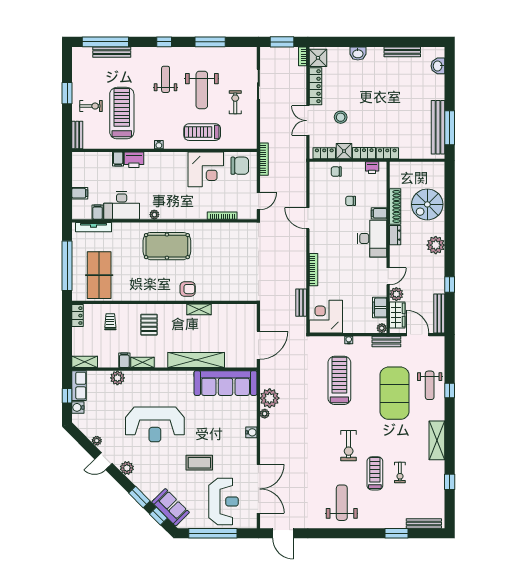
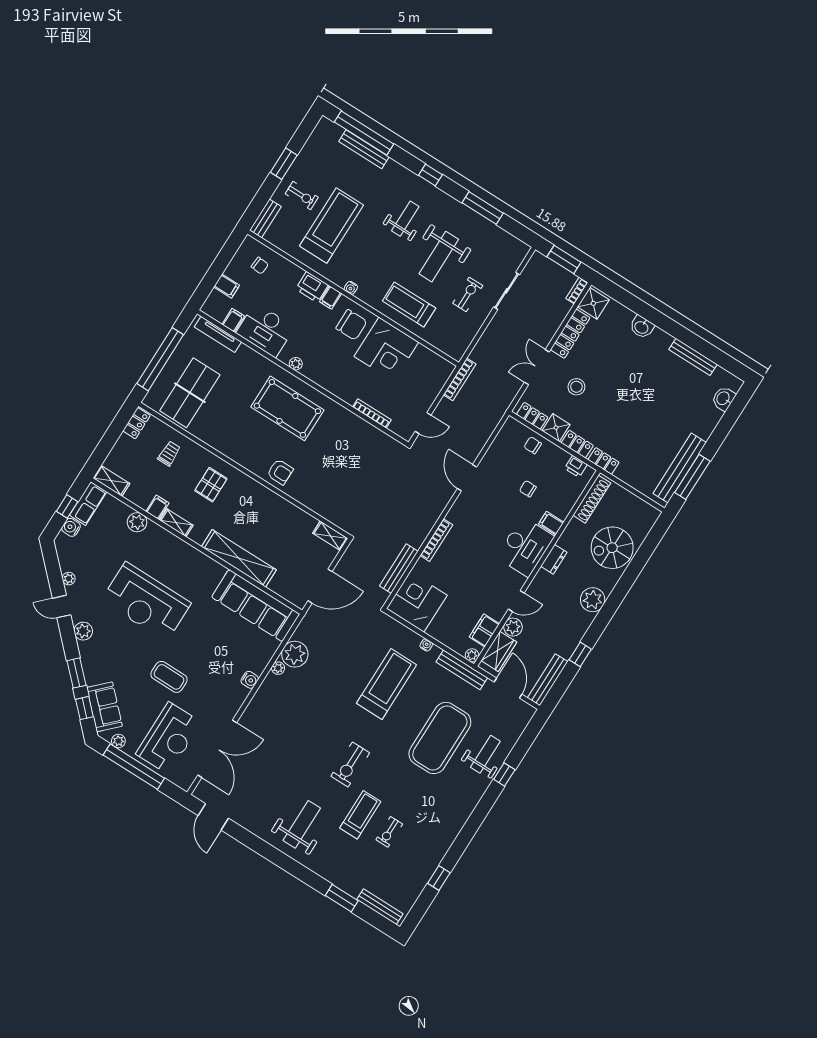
filing cabinet: (118, 159) -> (331, 298), moved
chair: (240, 166) -> (351, 325), moved
chair: (93, 167) -> (260, 266), added
shoe rack: (395, 206) -> (592, 499), moved
bench: (301, 303) -> (399, 569), width x1.36
shelving: (199, 309) -> (330, 536), moved
bench: (386, 341) -> (462, 670), width x1.36
weight bench: (430, 385) -> (485, 754), turned 180
shelving: (437, 440) -> (454, 822), removed
plant: (193, 523) -> (118, 741), added

